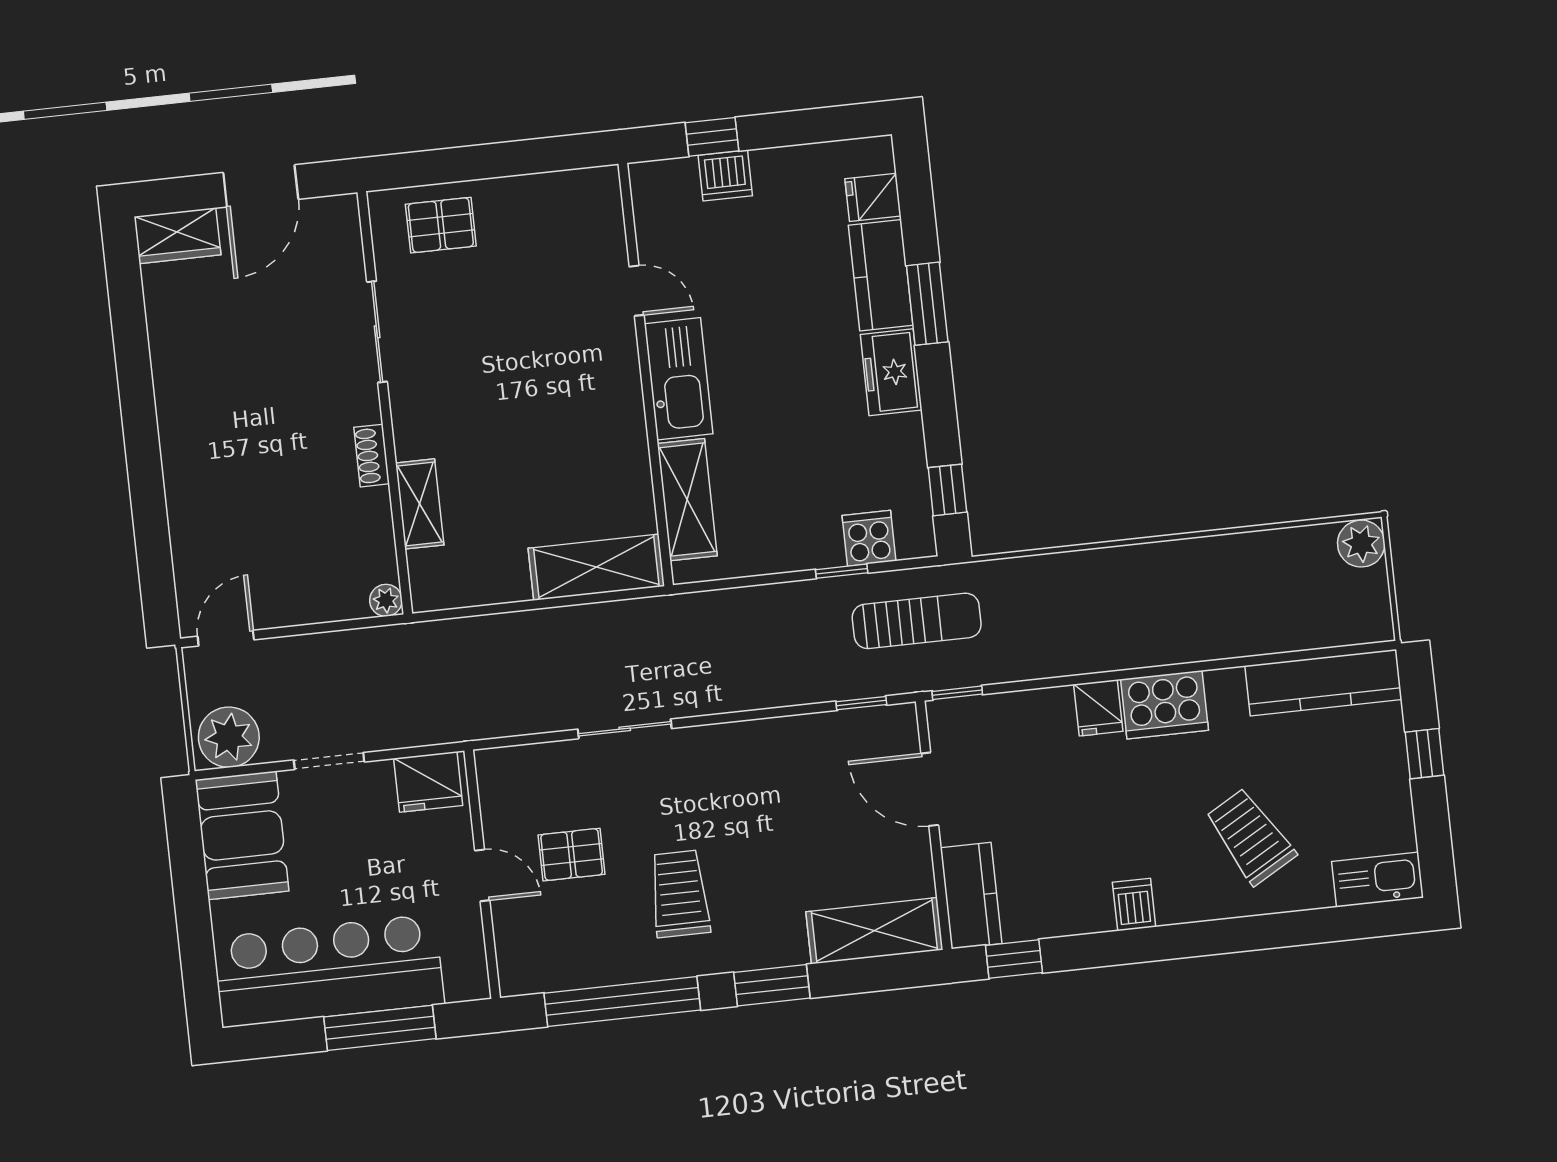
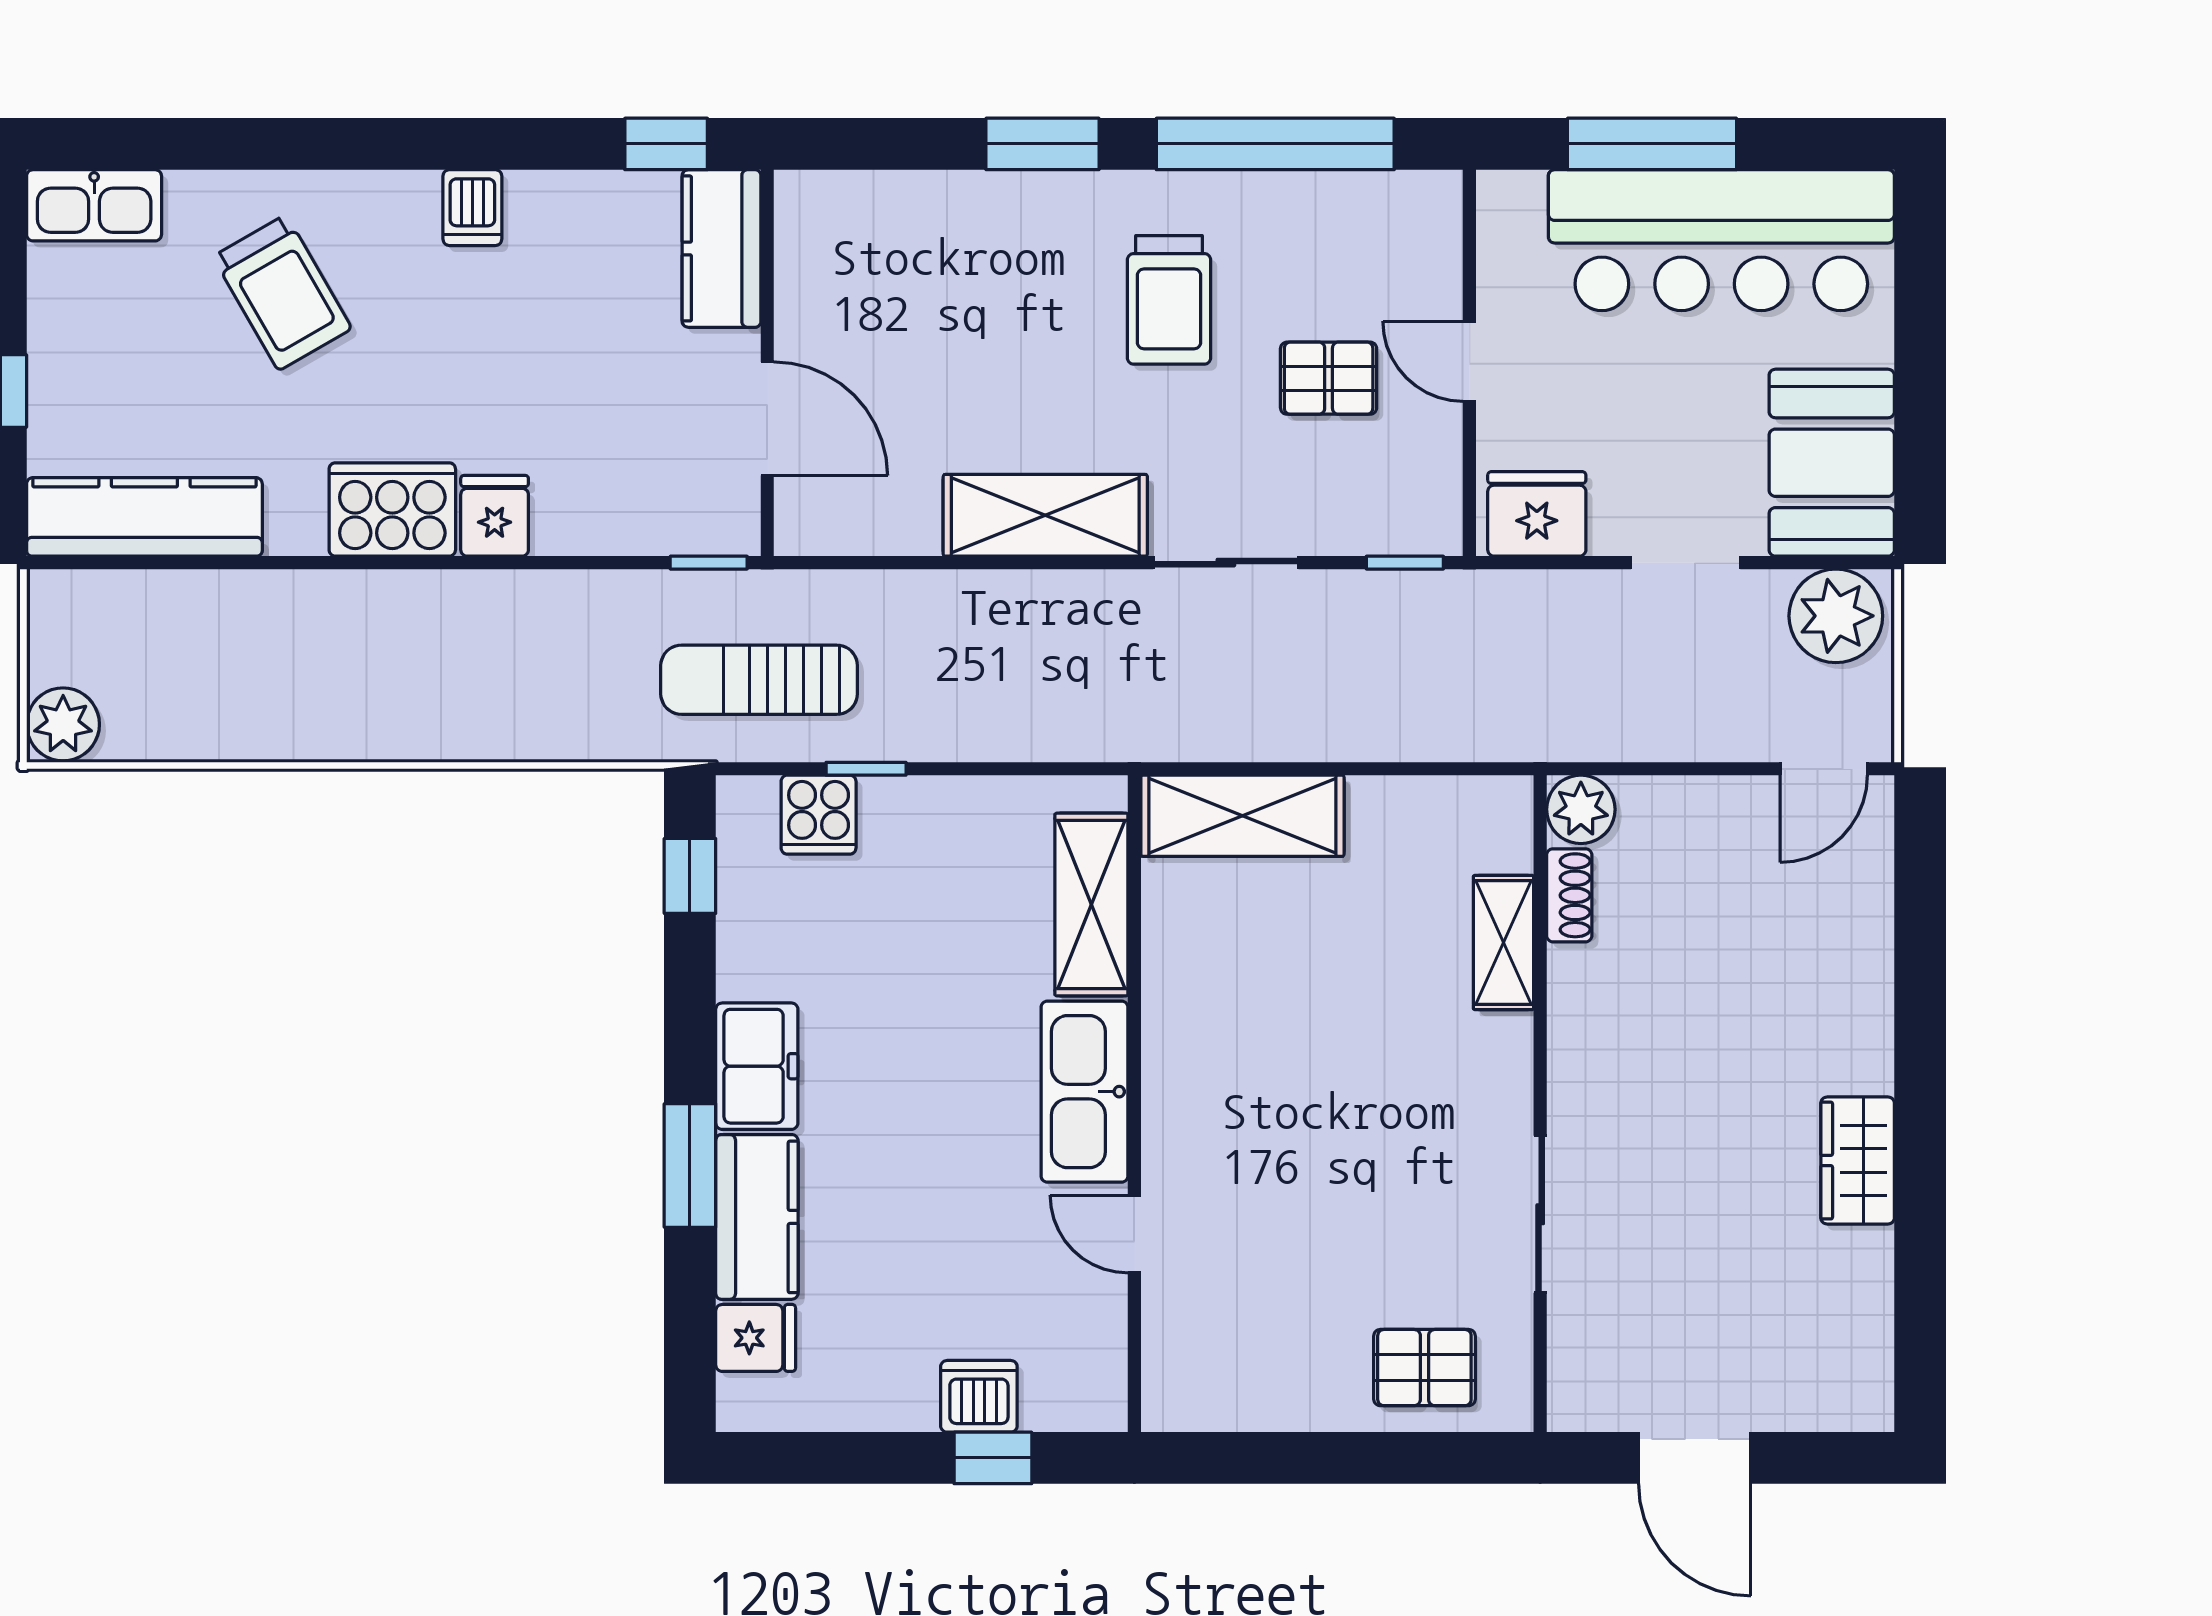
door: (261, 186) -> (1695, 1458), swing flipped
wardrobe: (177, 236) -> (1858, 1161), moved, turned -90
shoe rack: (372, 456) -> (1569, 895), moved
plant: (386, 600) -> (1581, 809), width x1.38, depth x1.38
window: (861, 703) -> (1405, 563), moved
shelving: (874, 931) -> (1045, 515), moved

